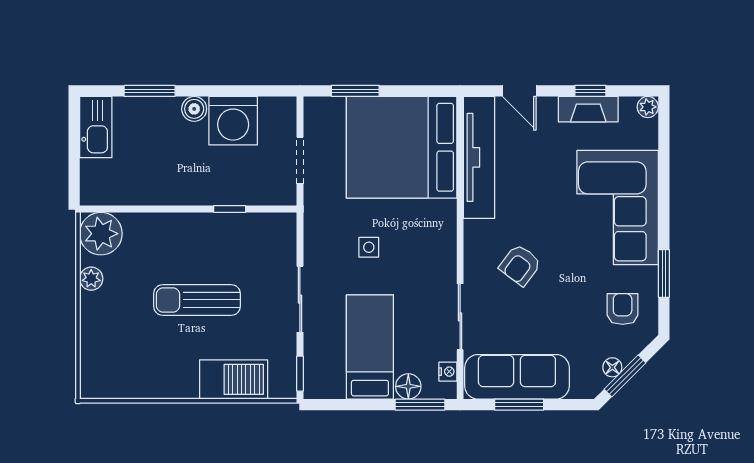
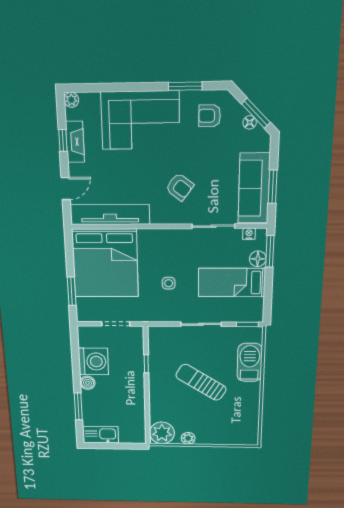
sun lounger: (197, 300) -> (201, 382), turned 122

